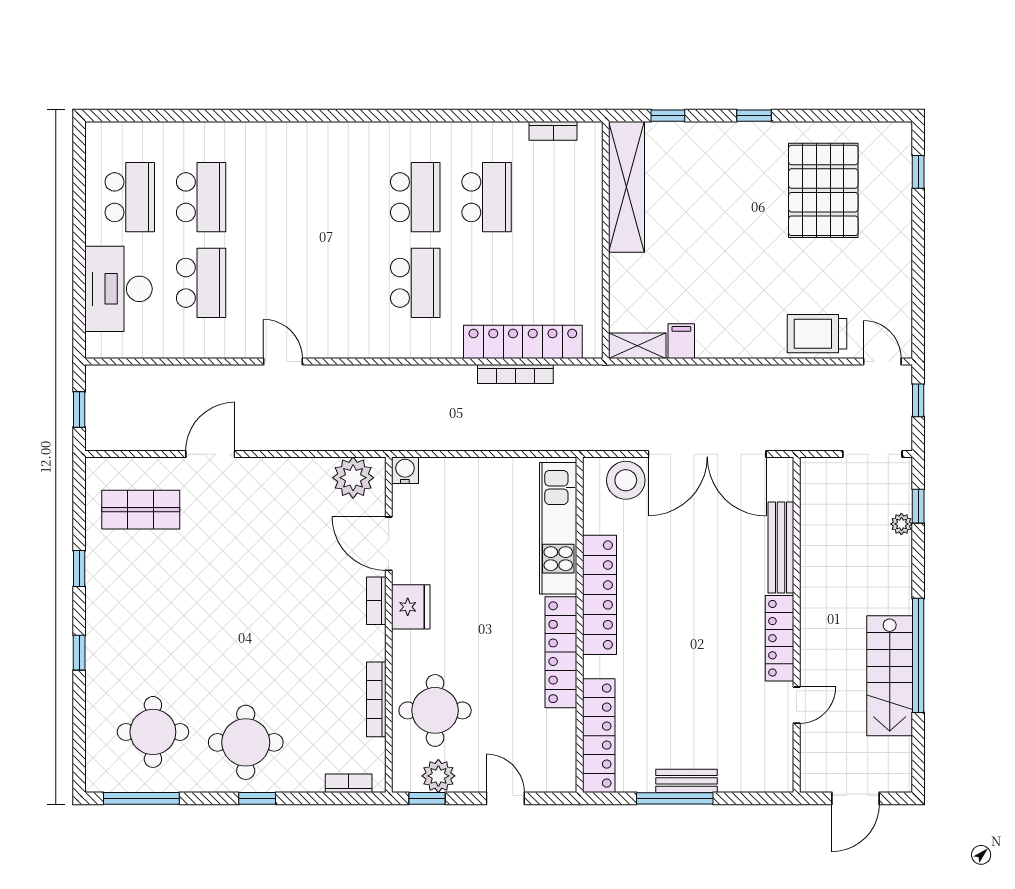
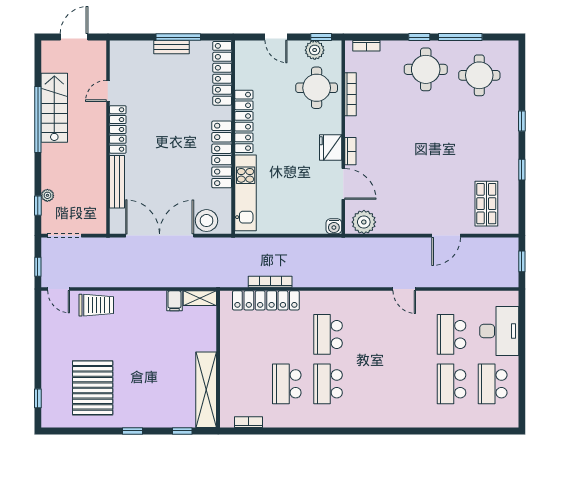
shop shelf: (141, 510) -> (486, 204), turned 90
window: (141, 798) -> (460, 37), moved

